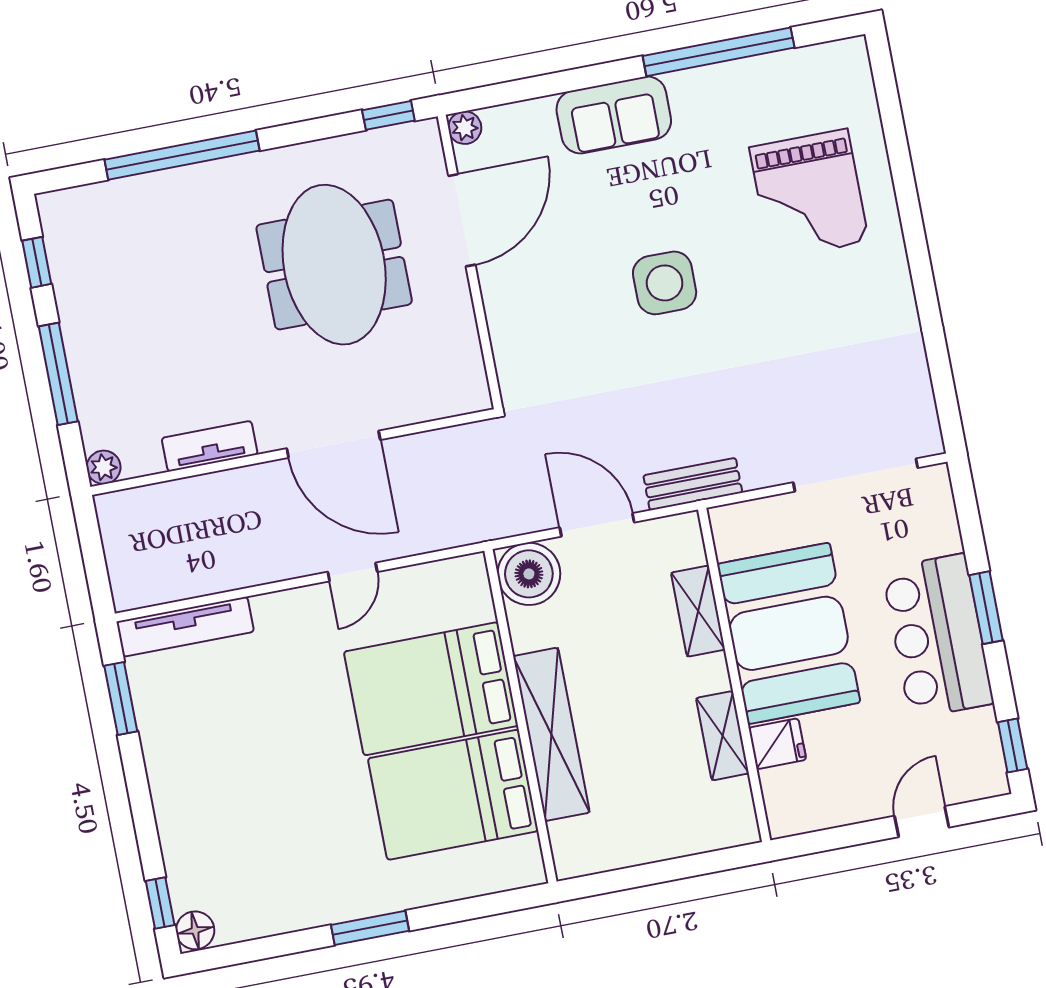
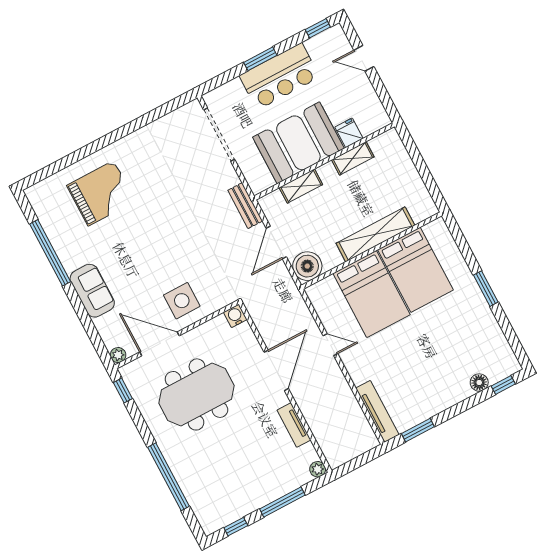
side table: (665, 283) -> (182, 301), moved
water cooler: (472, 394) -> (235, 316), added
floor lamp: (195, 930) -> (479, 383), moved

